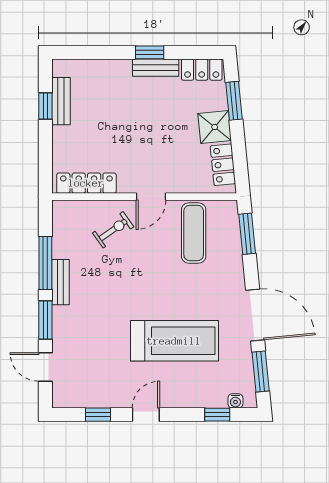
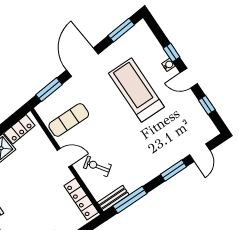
window: (45, 263) -> (130, 200), moved
bench: (61, 282) -> (113, 199), moved
door: (255, 315) -> (82, 62), moved
water cooler: (235, 401) -> (169, 65), moved
window: (217, 415) -> (172, 53), moved

